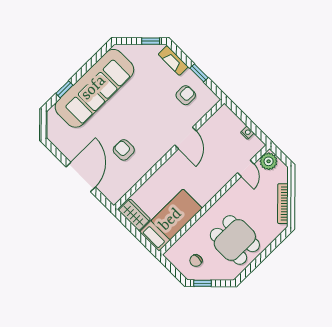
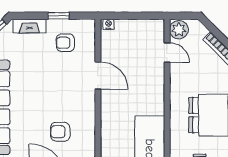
armchair: (186, 95) -> (65, 43), turned -90
nightstand: (247, 133) -> (109, 24), moved

